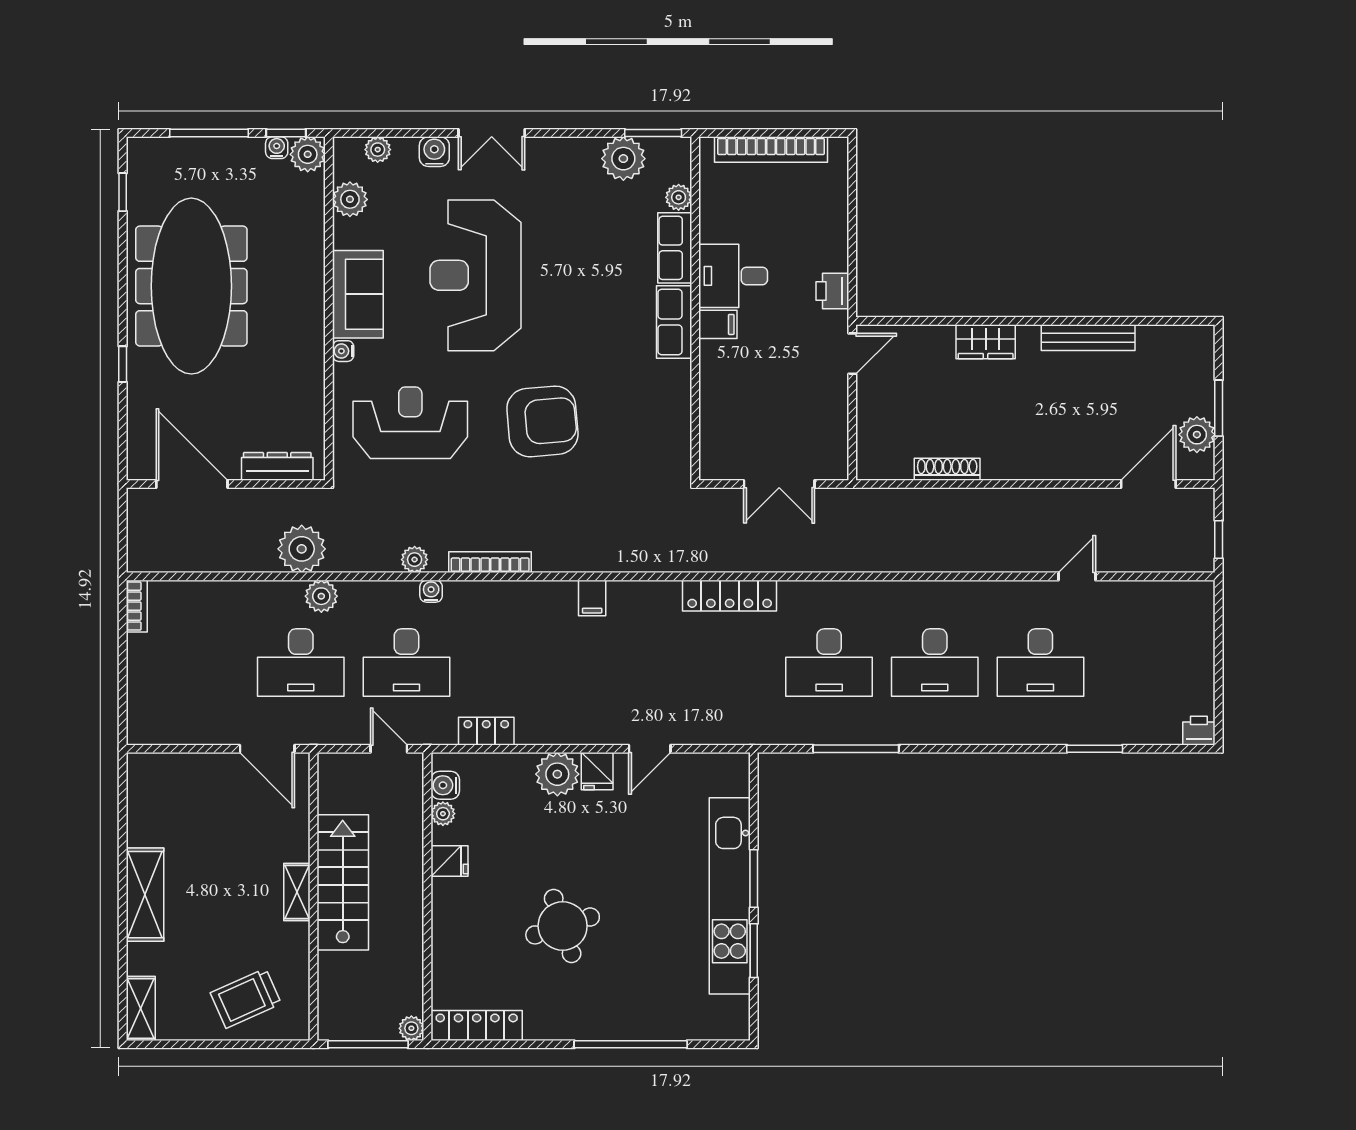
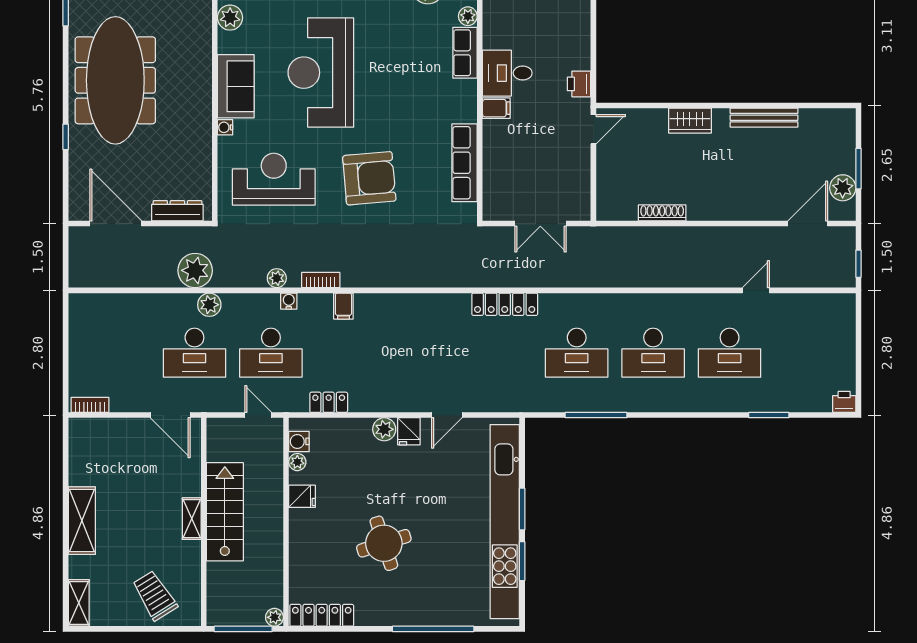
row of seats: (674, 322) -> (465, 163), moved, width x1.48
bookcase: (490, 562) -> (321, 280), width x0.64
filing cabinet: (592, 598) -> (343, 306), moved
bookcase: (137, 606) -> (90, 405), moved, turned -90
plant: (557, 774) -> (384, 429), width x0.73, depth x0.73
kitchen unit: (730, 896) -> (505, 522), width x1.36
trolley: (246, 998) -> (155, 596), turned 82

